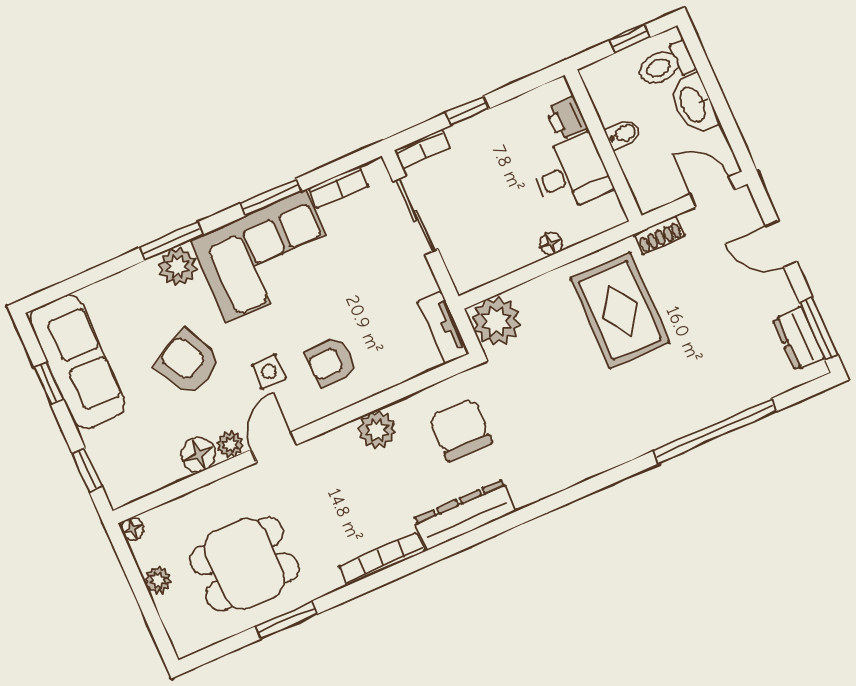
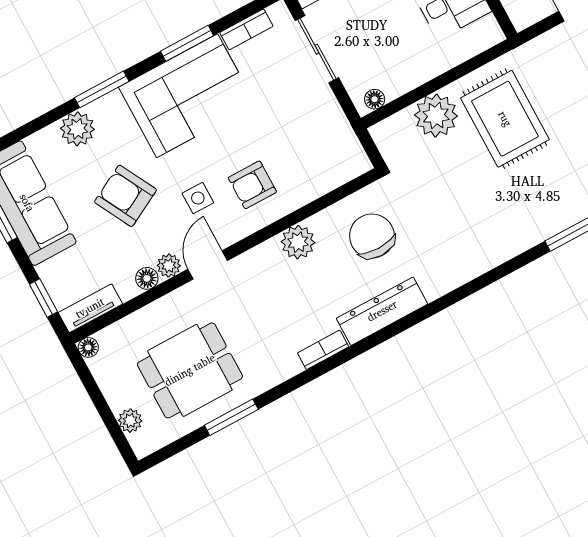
shoe rack: (659, 235) -> (534, 49), removed
floor lamp: (551, 244) -> (375, 99), moved
plant: (178, 267) -> (77, 129), moved
plant: (496, 321) -> (436, 116), moved
tv unit: (443, 328) -> (90, 308), moved, turned 90
floor lamp: (198, 455) -> (147, 278), width x0.73, depth x0.73
bookcase: (381, 559) -> (323, 350), width x0.64
plant: (158, 580) -> (130, 421), moved

